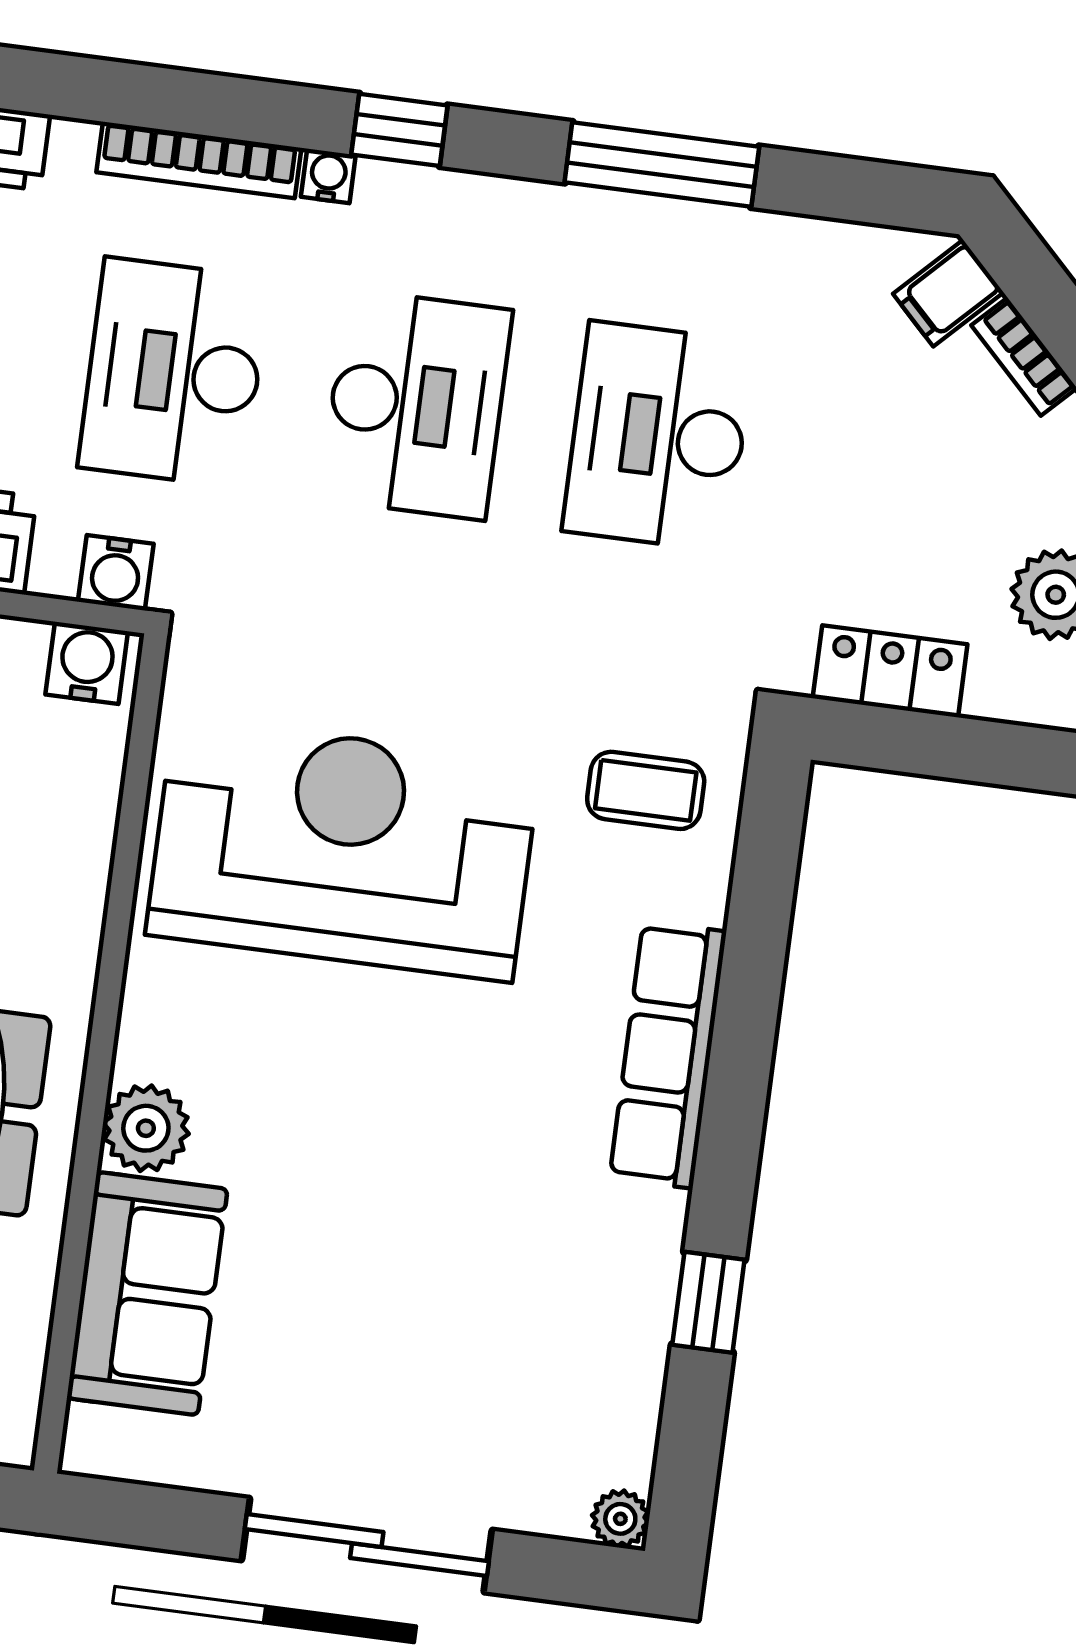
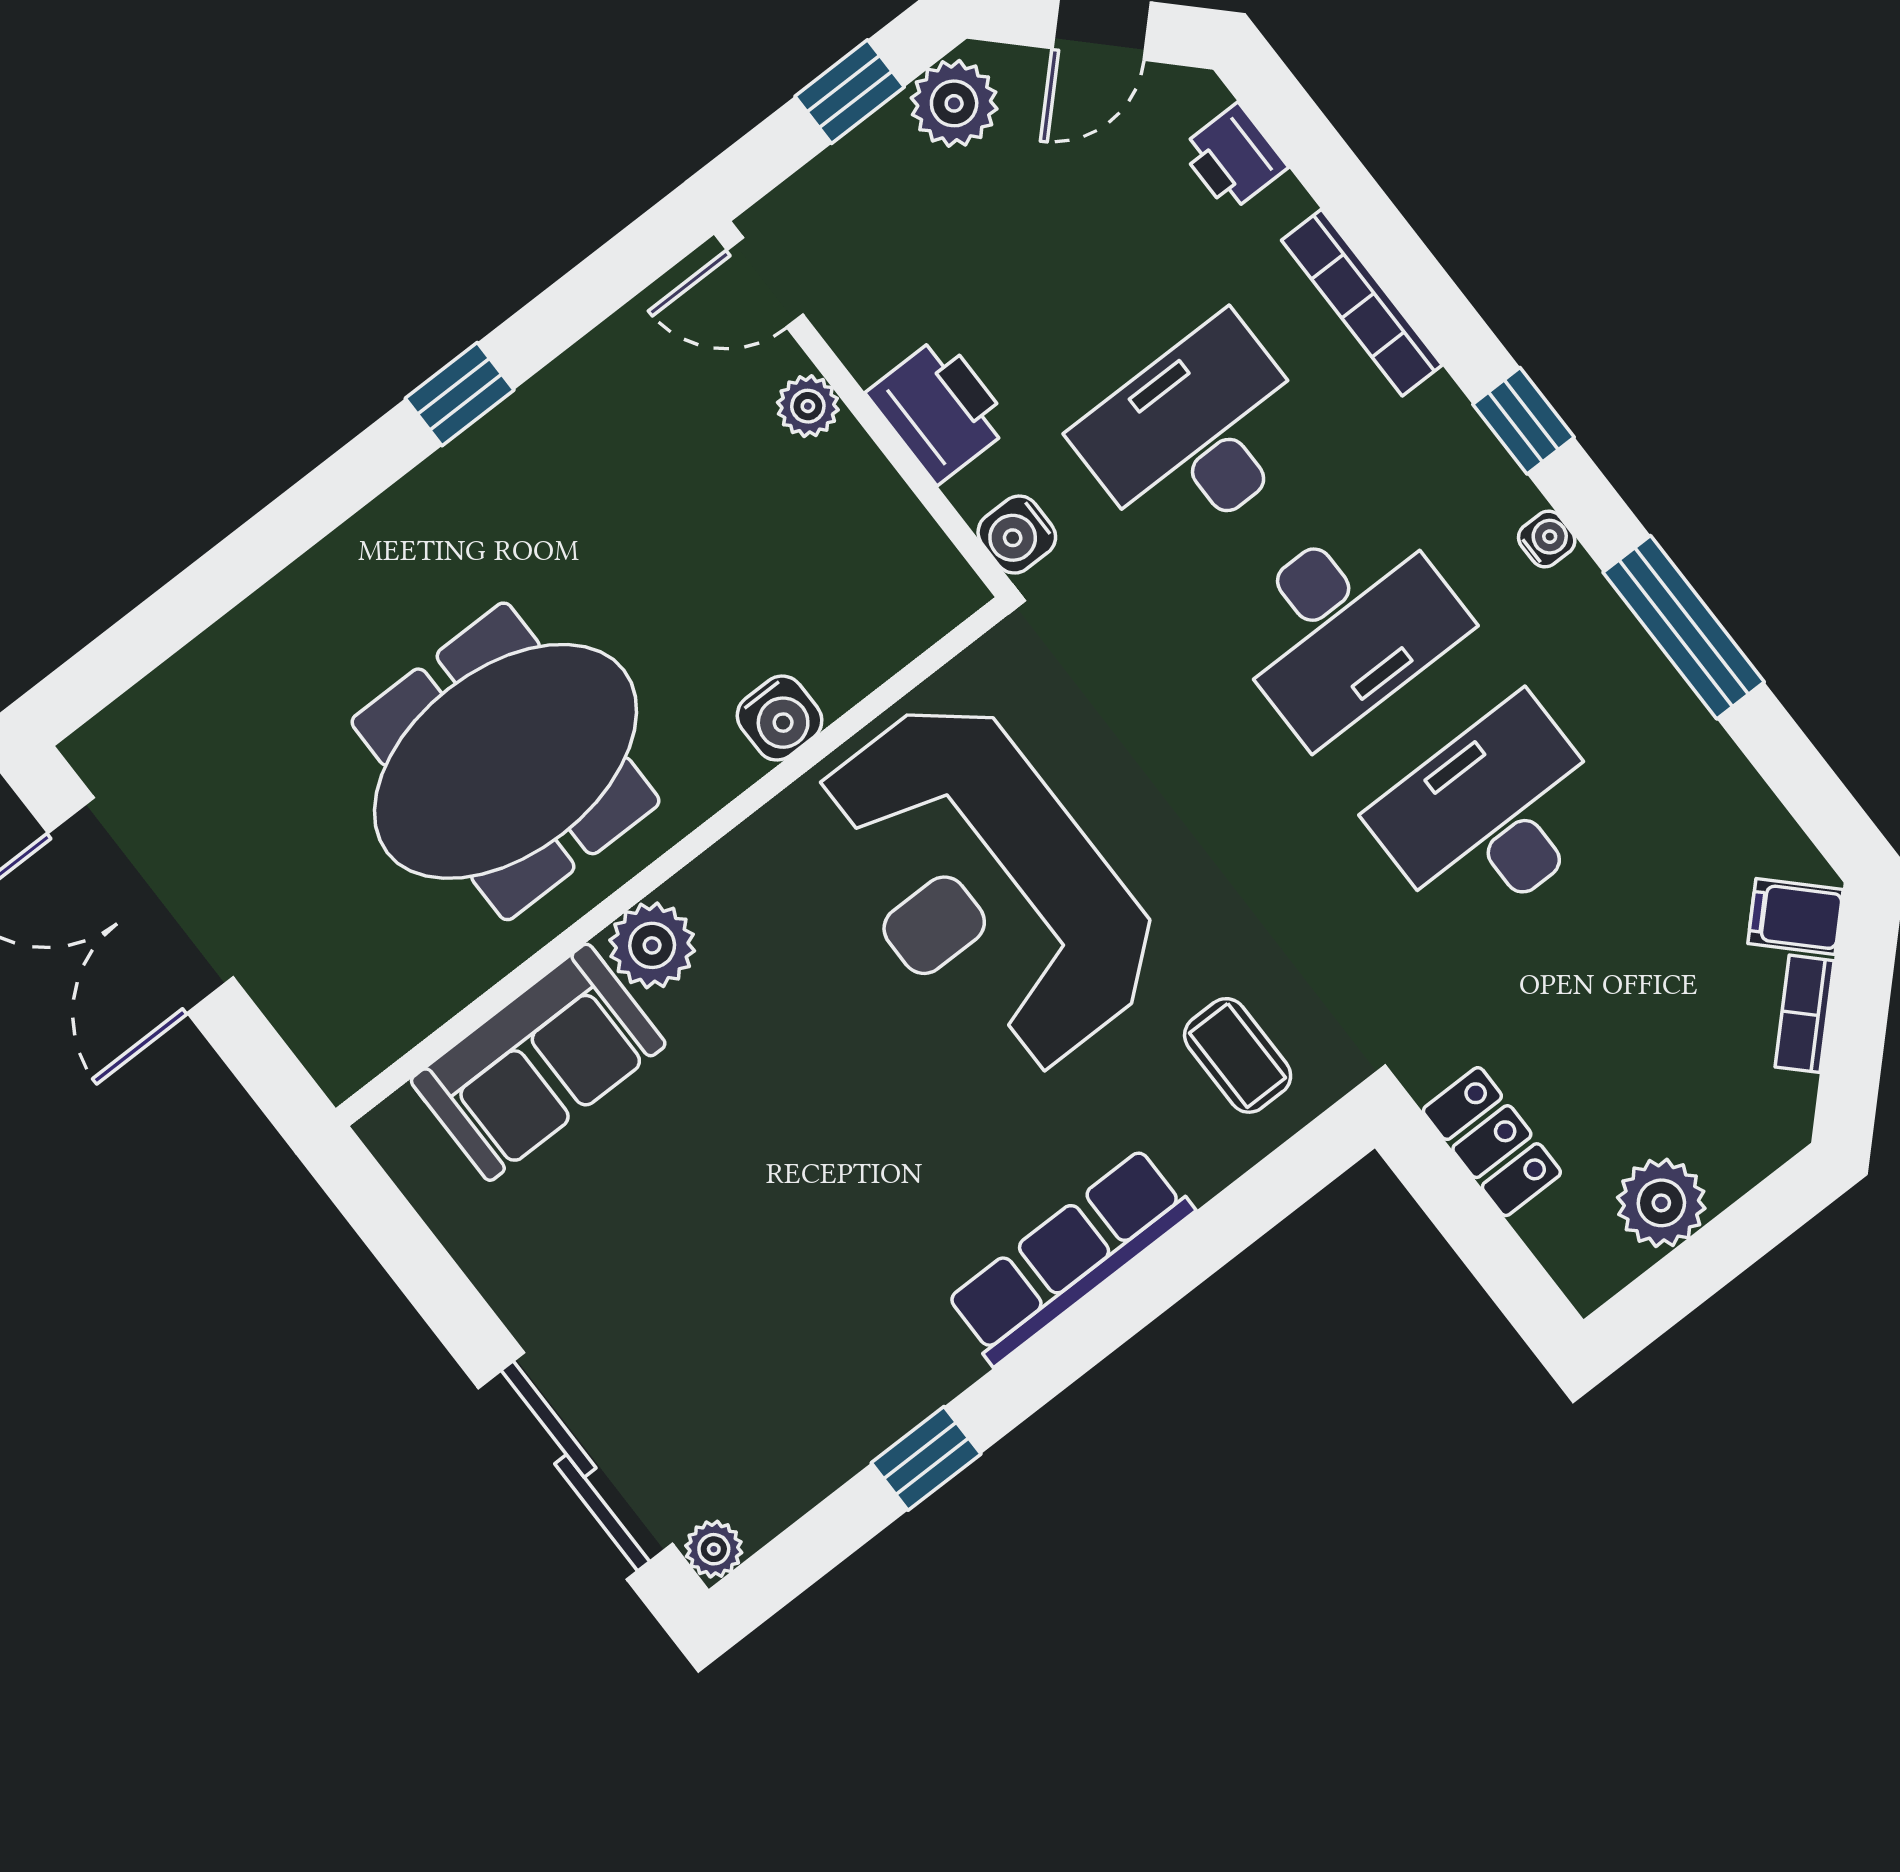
water cooler: (328, 176) -> (1547, 539), moved
water cooler: (87, 663) -> (780, 718), moved, turned 90
reception desk: (343, 849) -> (985, 886), turned 180
sliding door: (367, 1545) -> (575, 1466), moved

